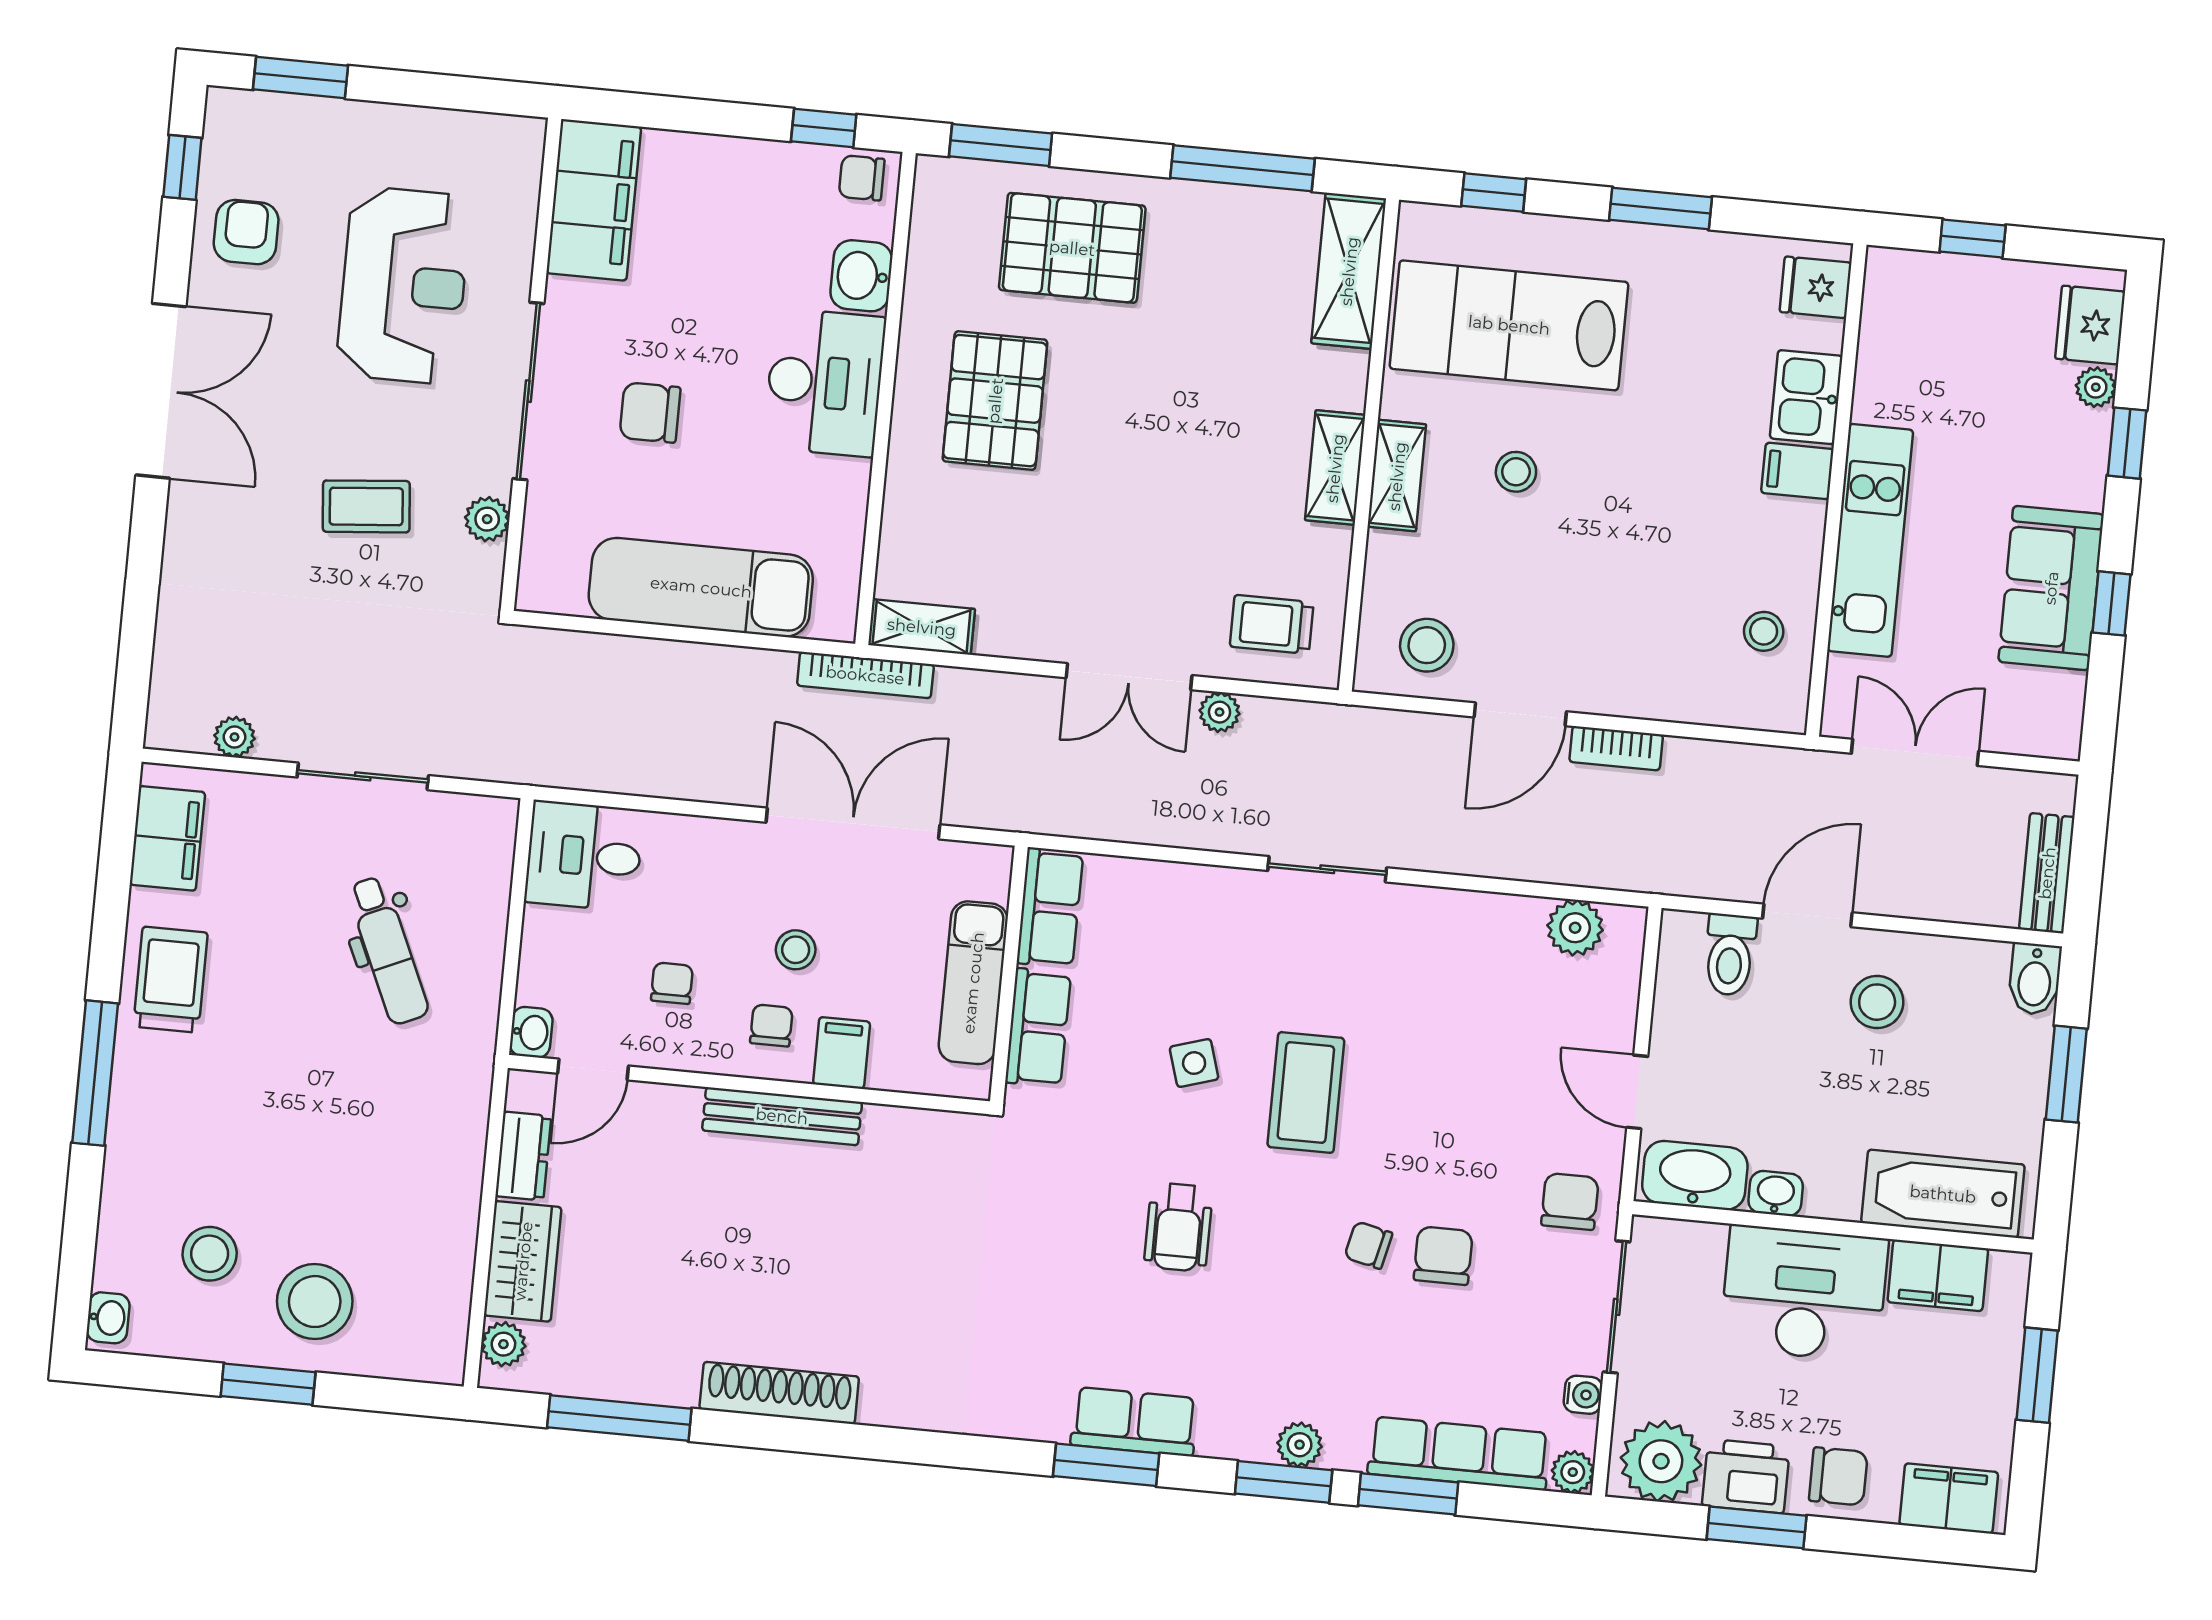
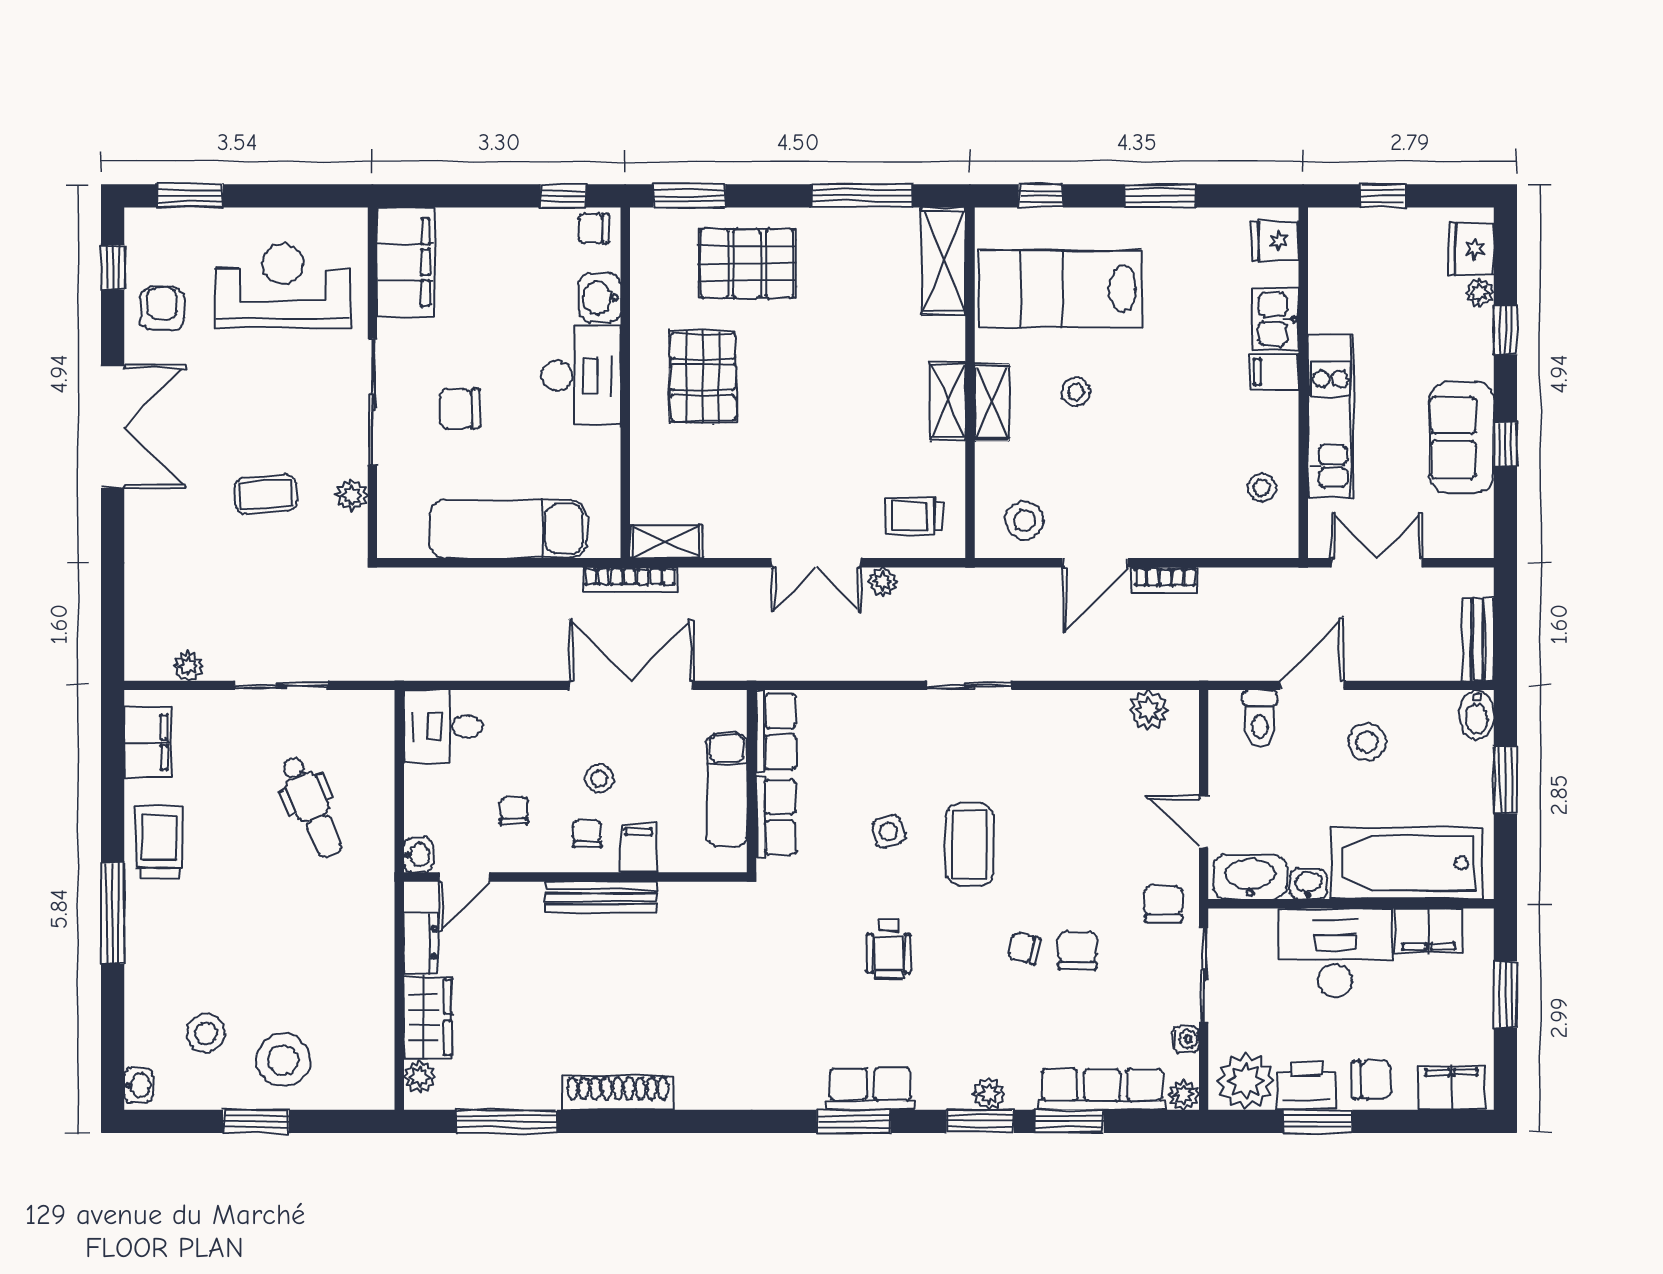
reception desk: (404, 285) -> (282, 286), moved, turned -90
bathtub: (1943, 1194) -> (1406, 863), width x1.36, depth x1.36

